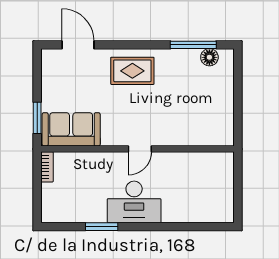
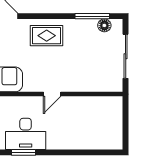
sliding door: (238, 98) -> (126, 56), added
desk: (134, 202) -> (26, 134), moved

